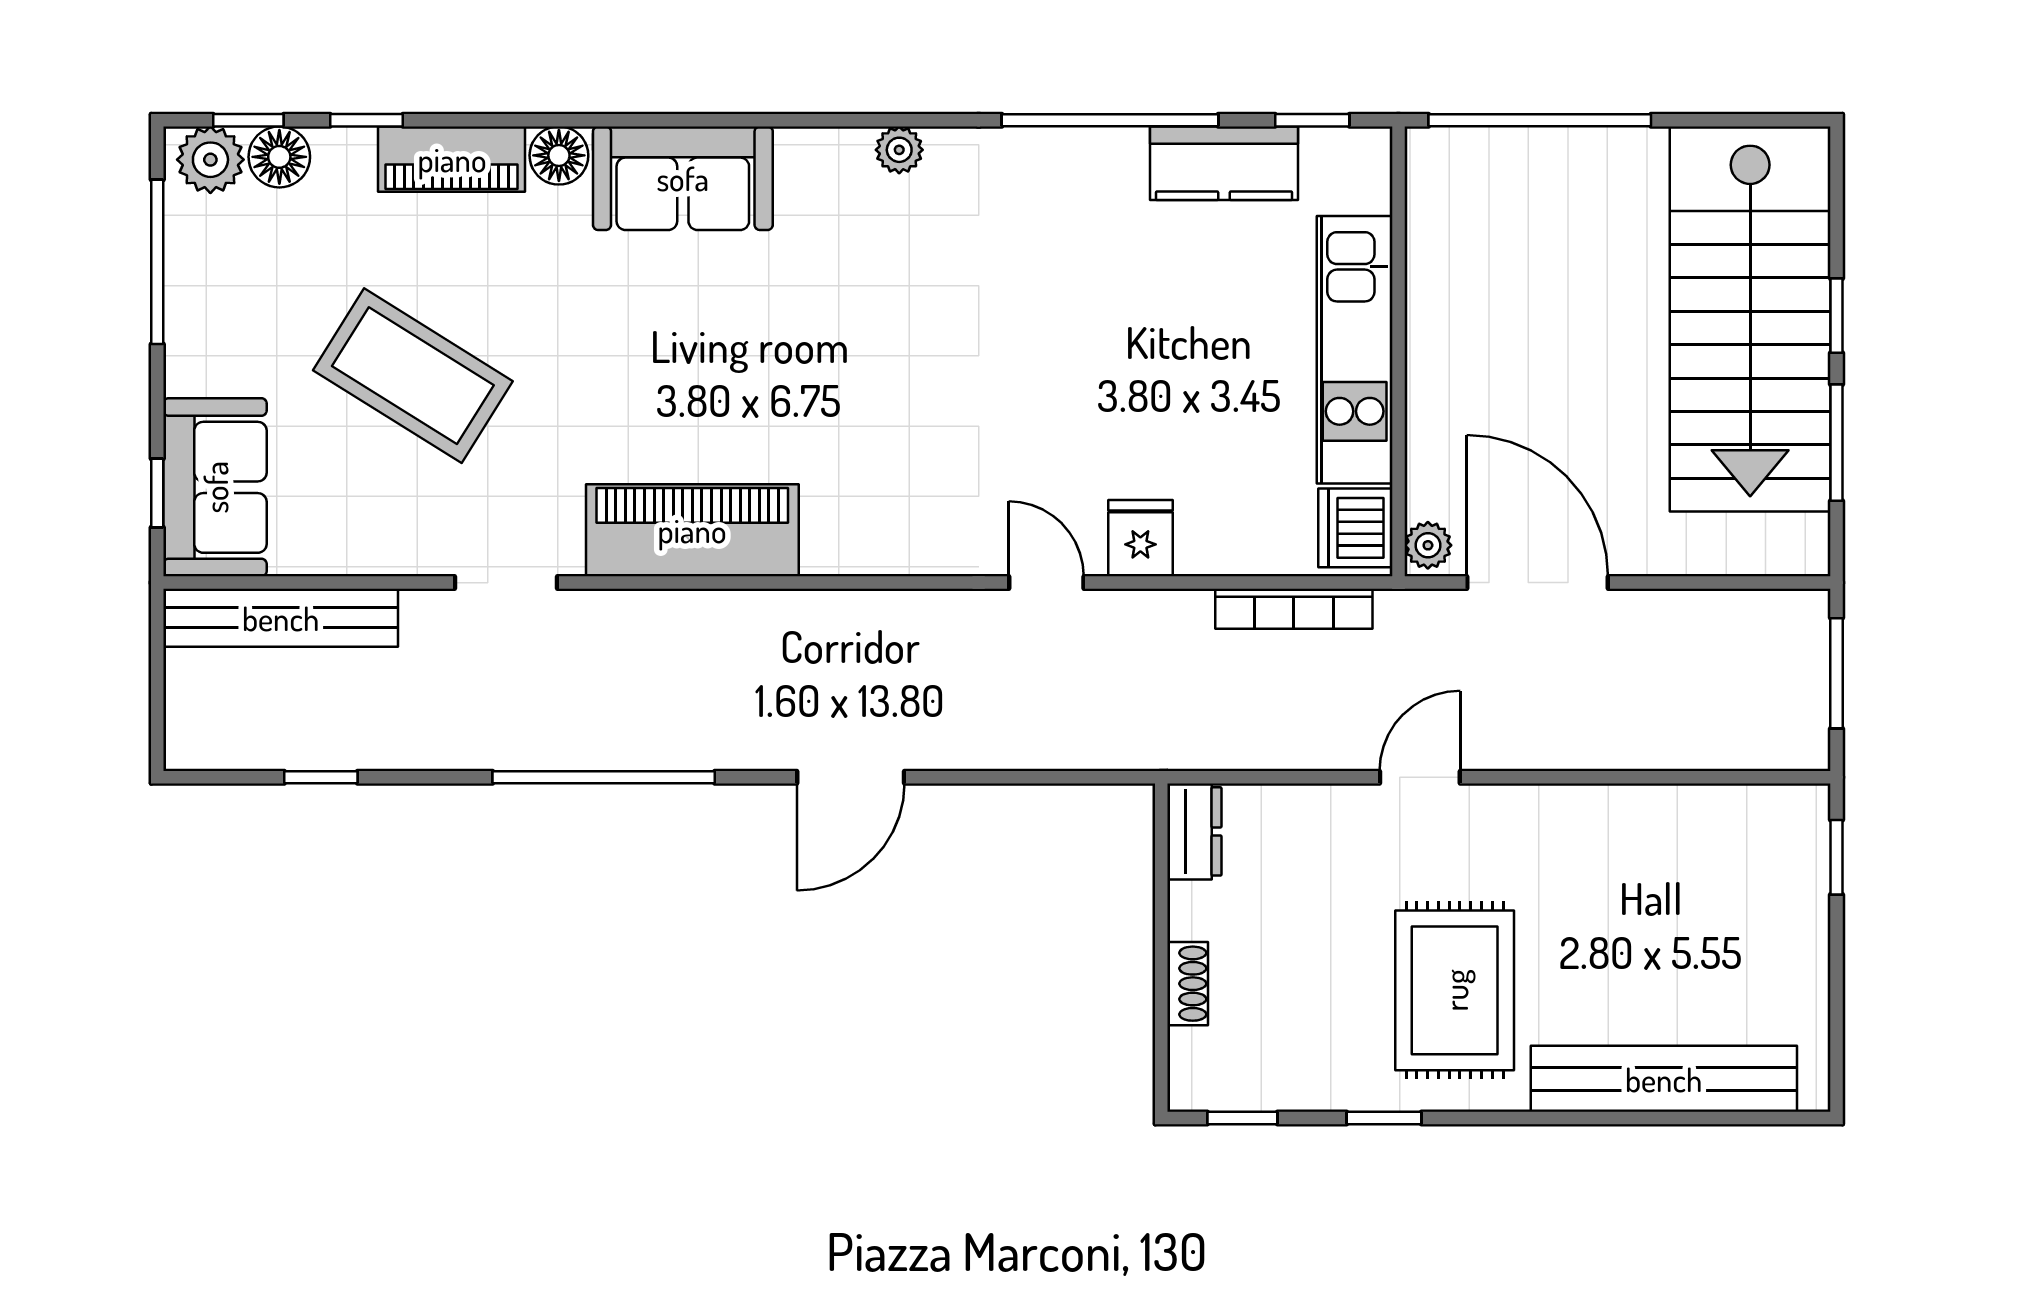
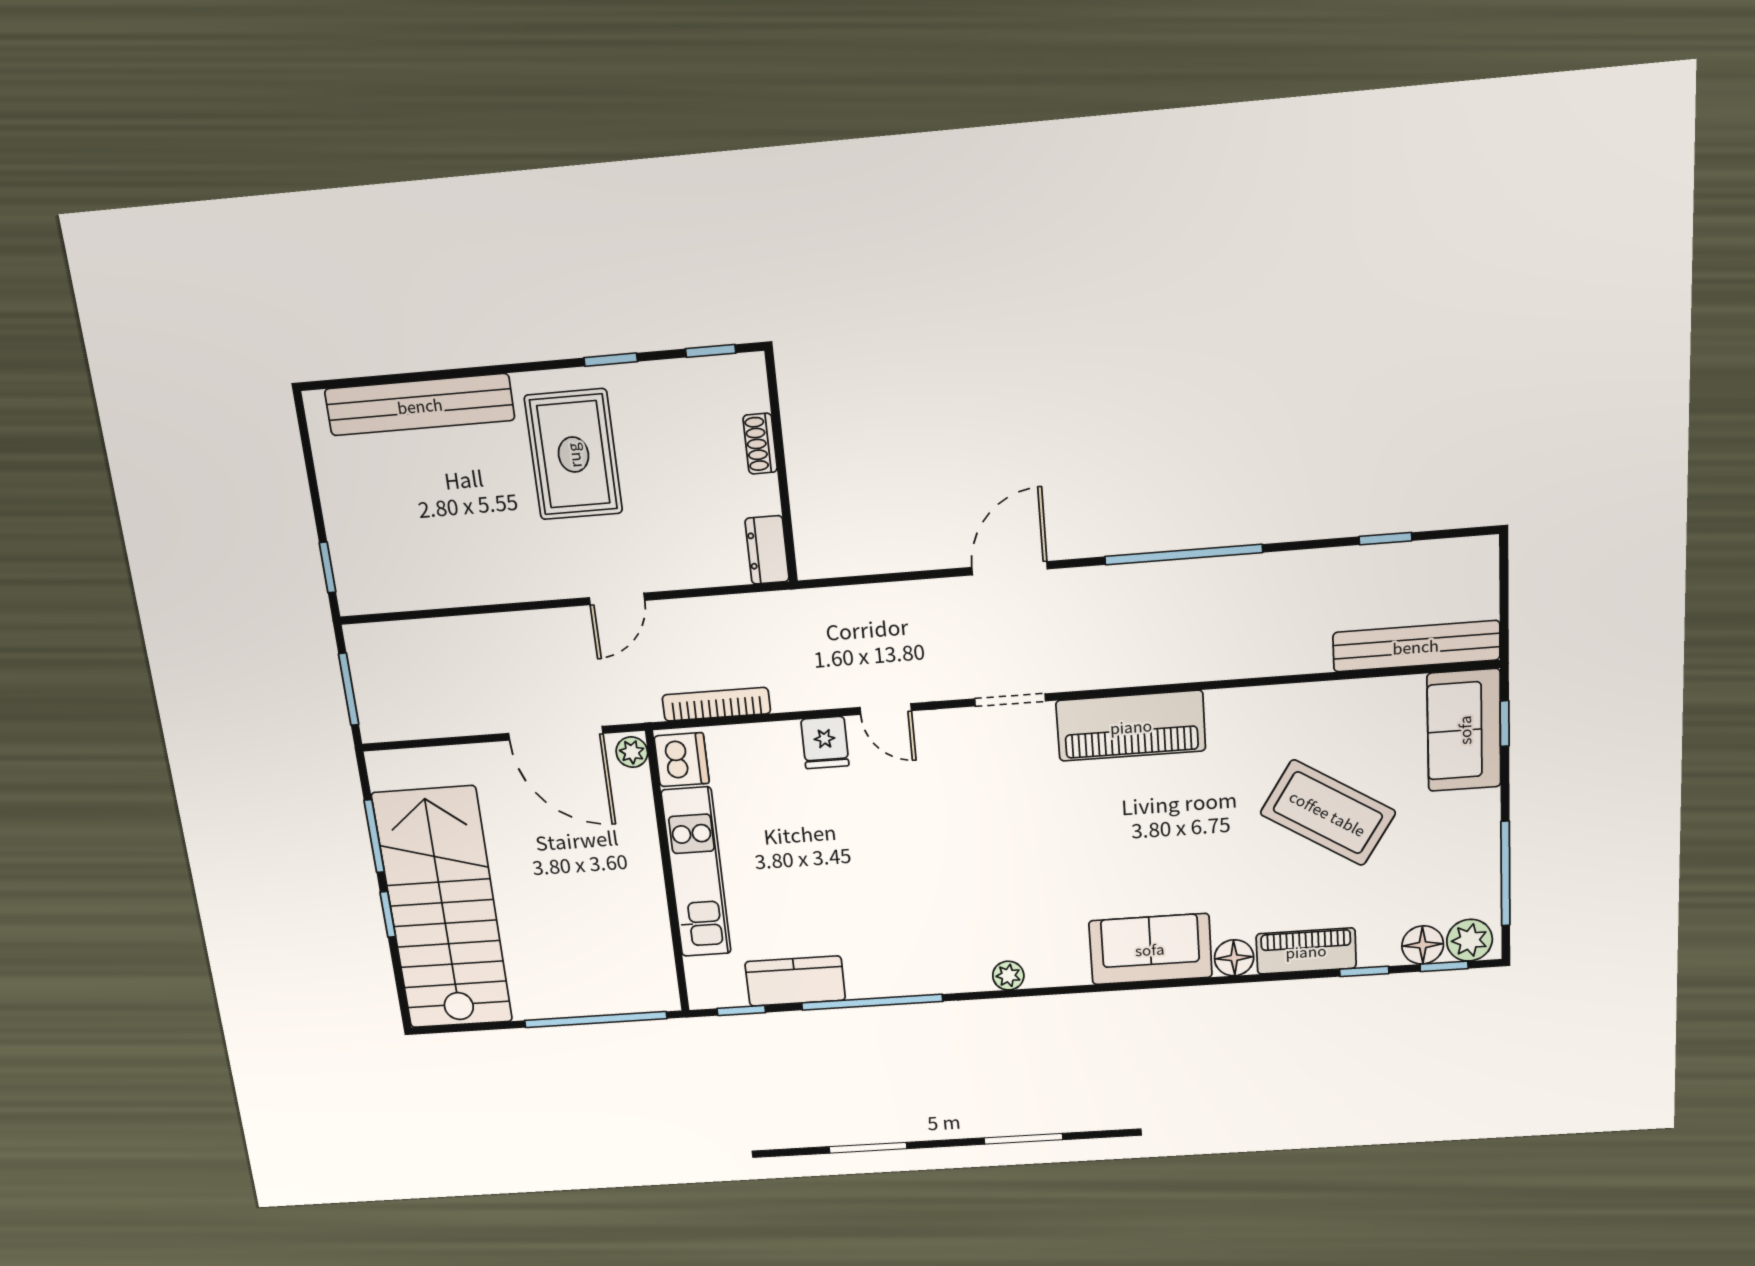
doorway: (506, 583) -> (1010, 700), moved

